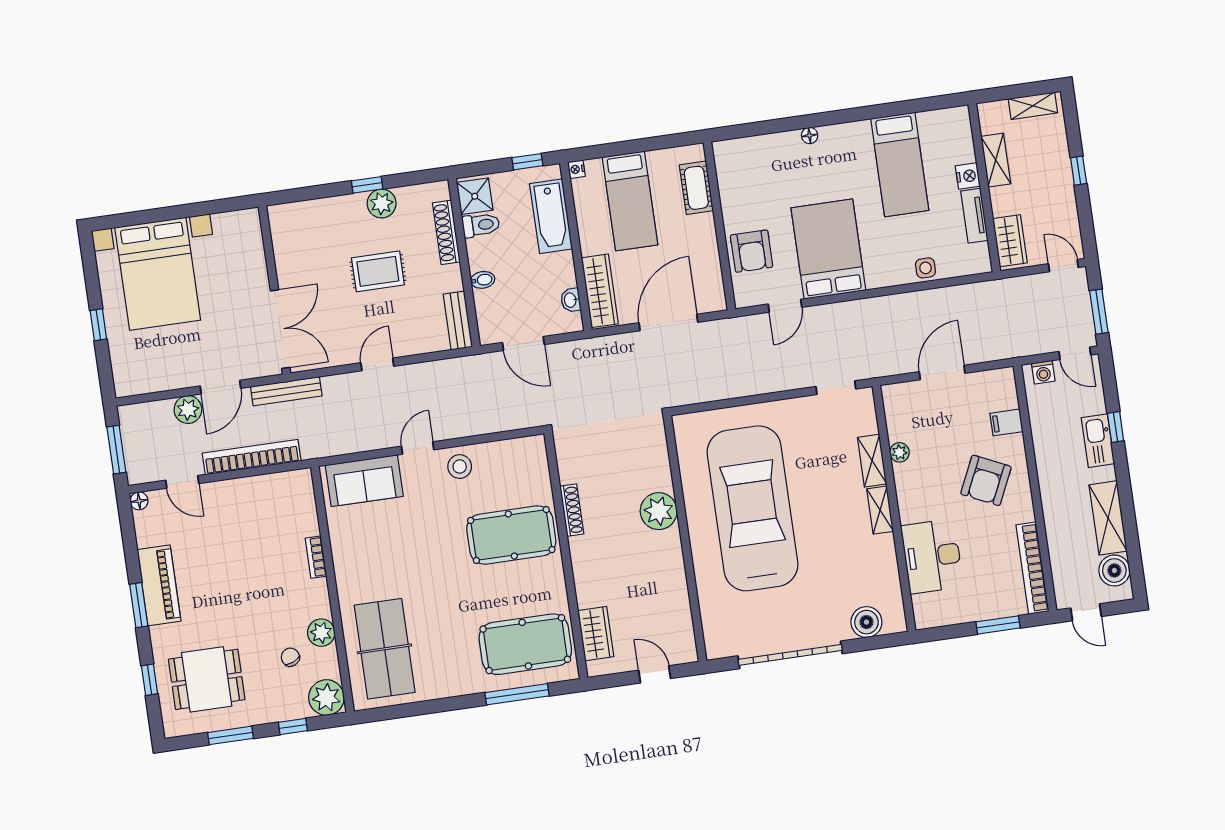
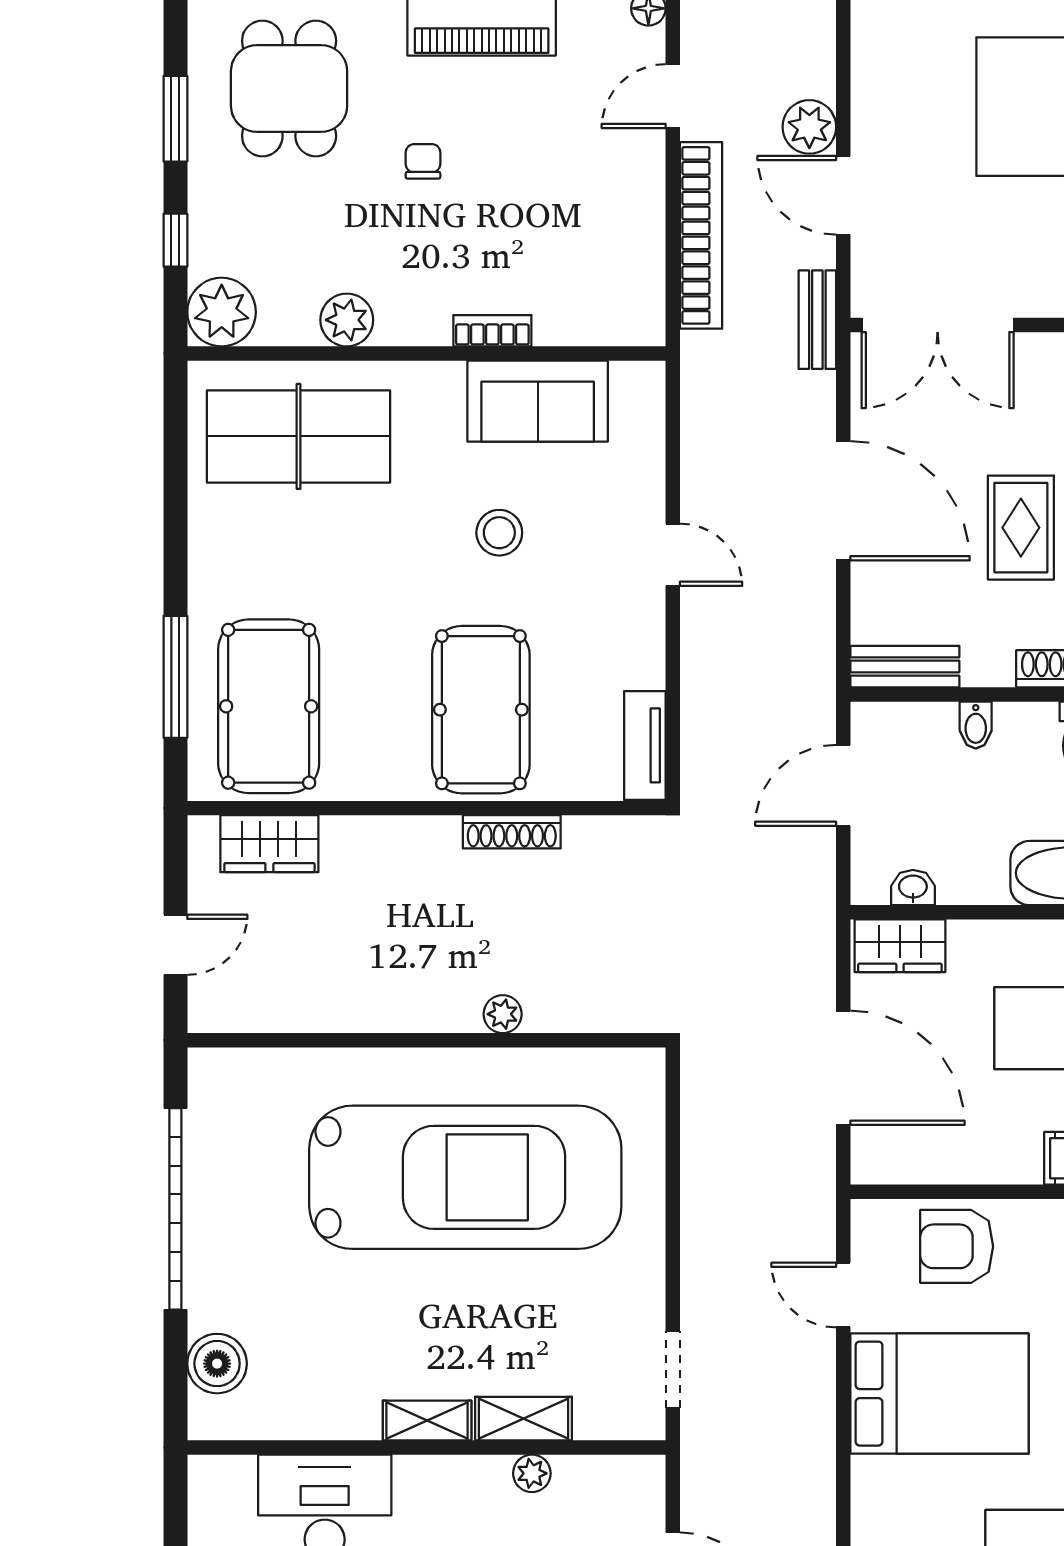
wardrobe: (600, 291) -> (900, 946), width x0.67
door: (377, 364) -> (843, 501), width x1.88
bench: (286, 391) -> (817, 320), width x0.73
tv unit: (518, 448) -> (645, 745), added
stool: (460, 467) -> (499, 533), moved
sofa: (364, 481) -> (538, 401), moved, turned -90
plant: (659, 511) -> (503, 1014), width x0.53, depth x0.53
chair: (290, 657) -> (423, 161), moved, turned -66

